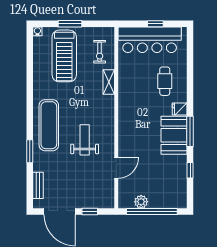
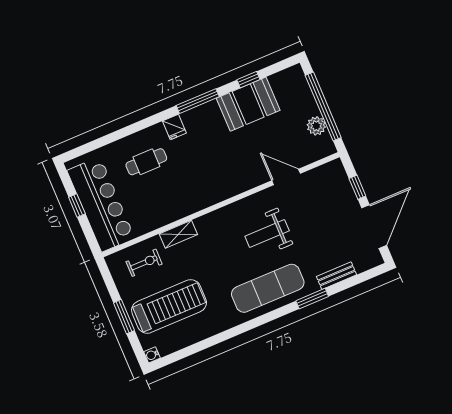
booth: (174, 135) -> (248, 104), moved
bench: (38, 185) -> (337, 276), moved

